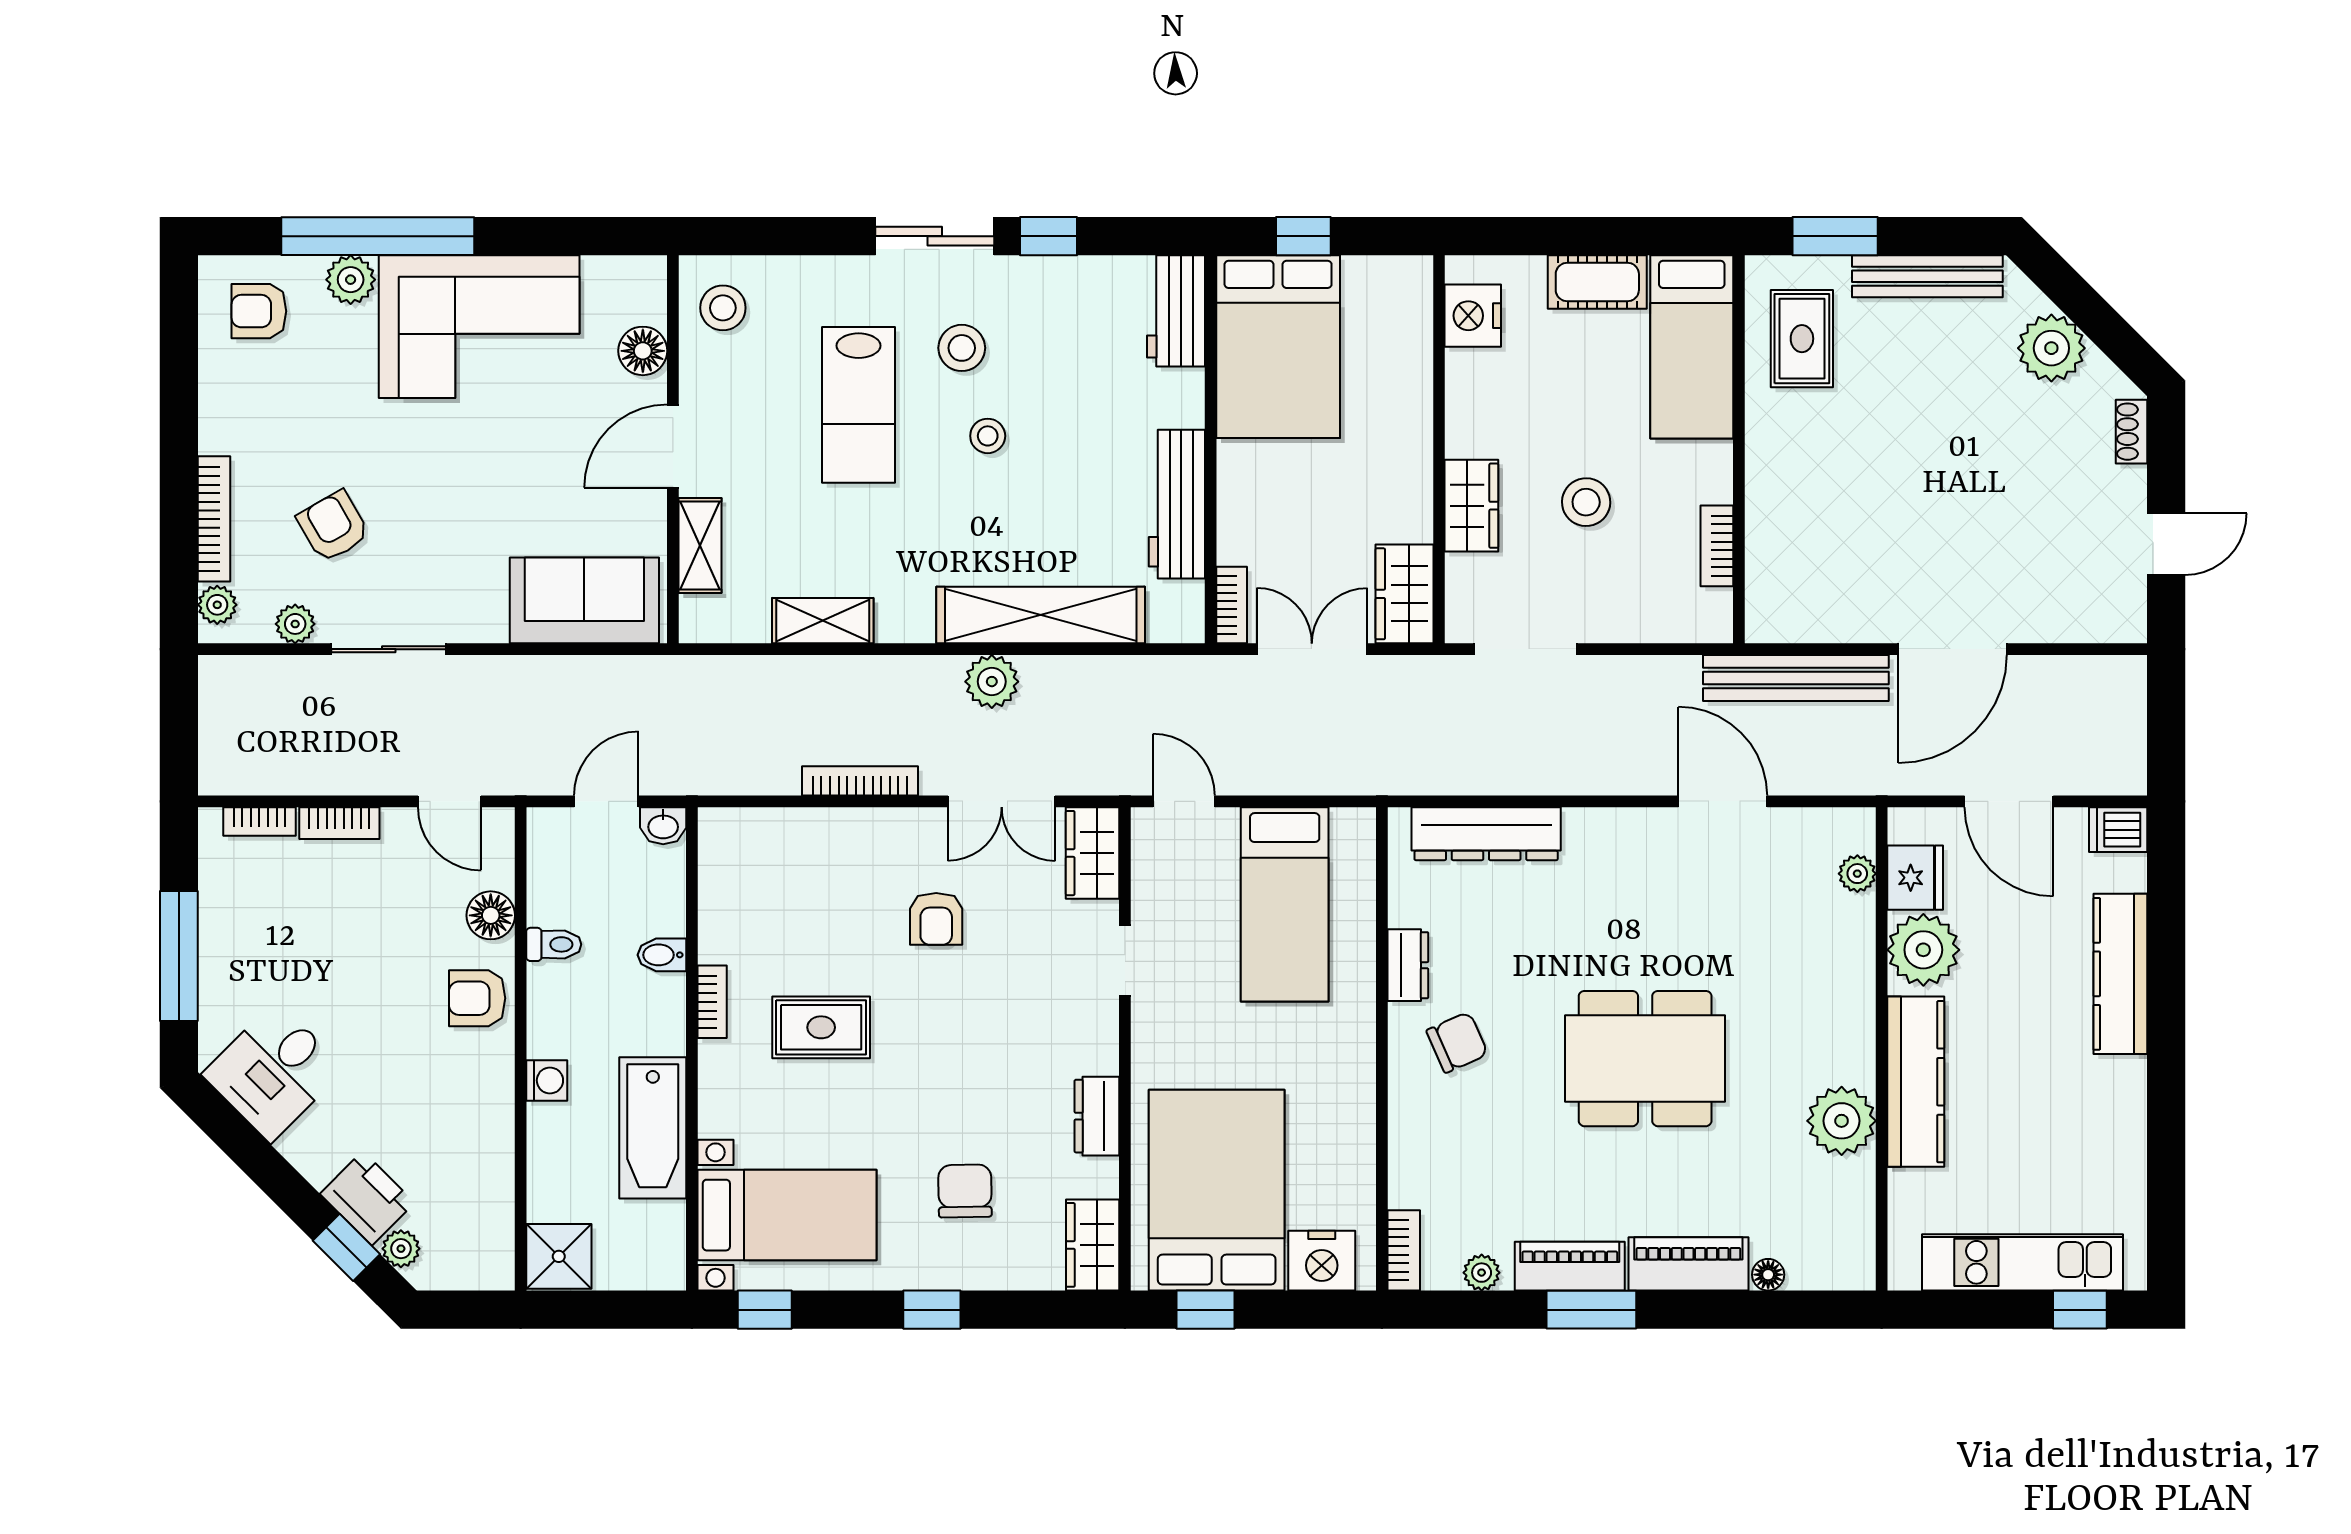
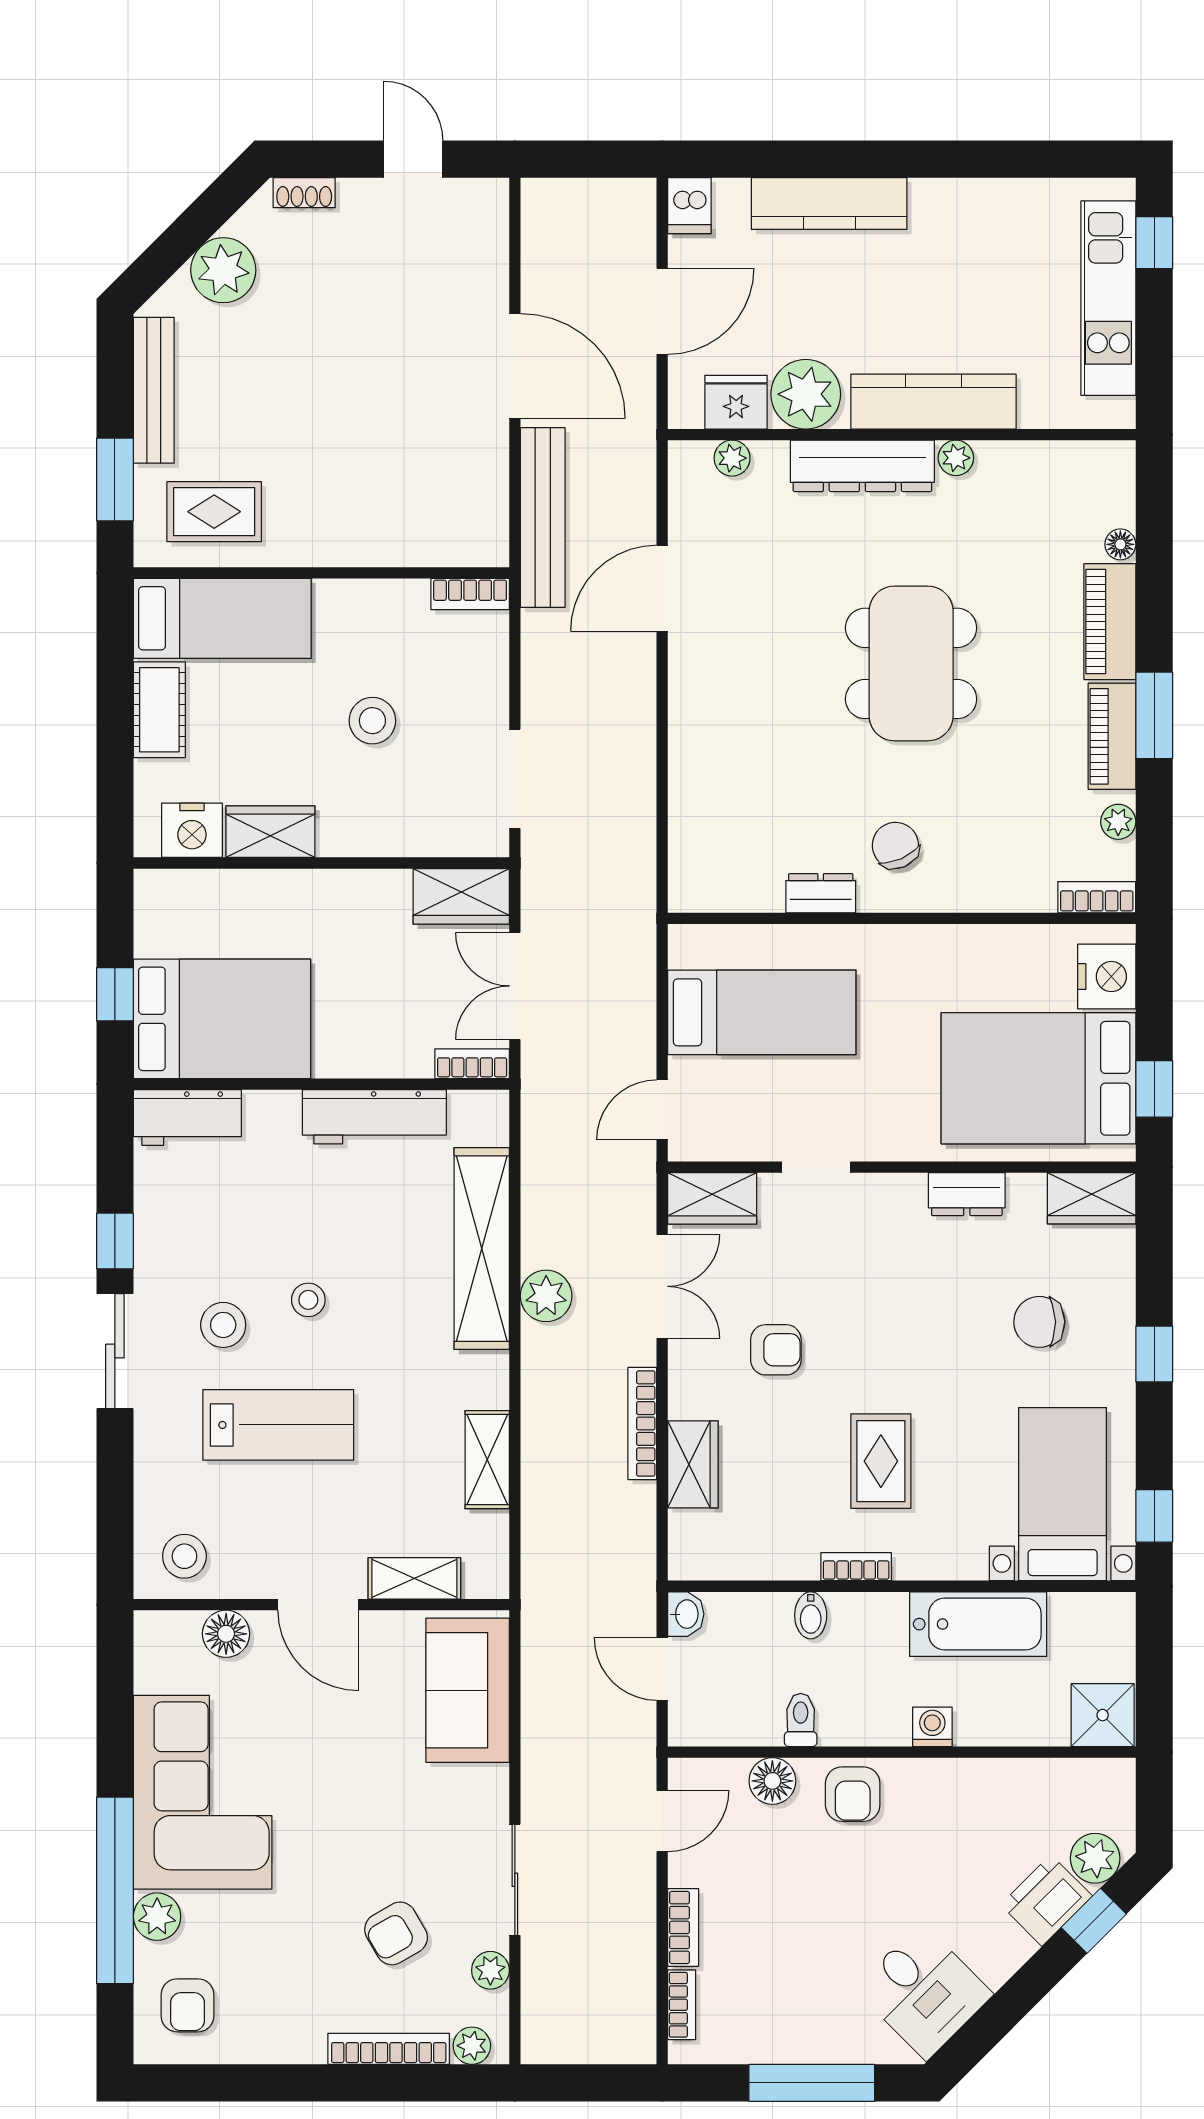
wardrobe: (1471, 506) -> (270, 832), moved
bookcase: (1717, 546) -> (470, 594), moved
wardrobe: (818, 833) -> (693, 1464), added
dresser: (1486, 834) -> (862, 466), moved, turned 90
plant: (1842, 1121) -> (956, 458), width x0.53, depth x0.53
plant: (401, 1249) -> (1095, 1858), width x1.38, depth x1.38

